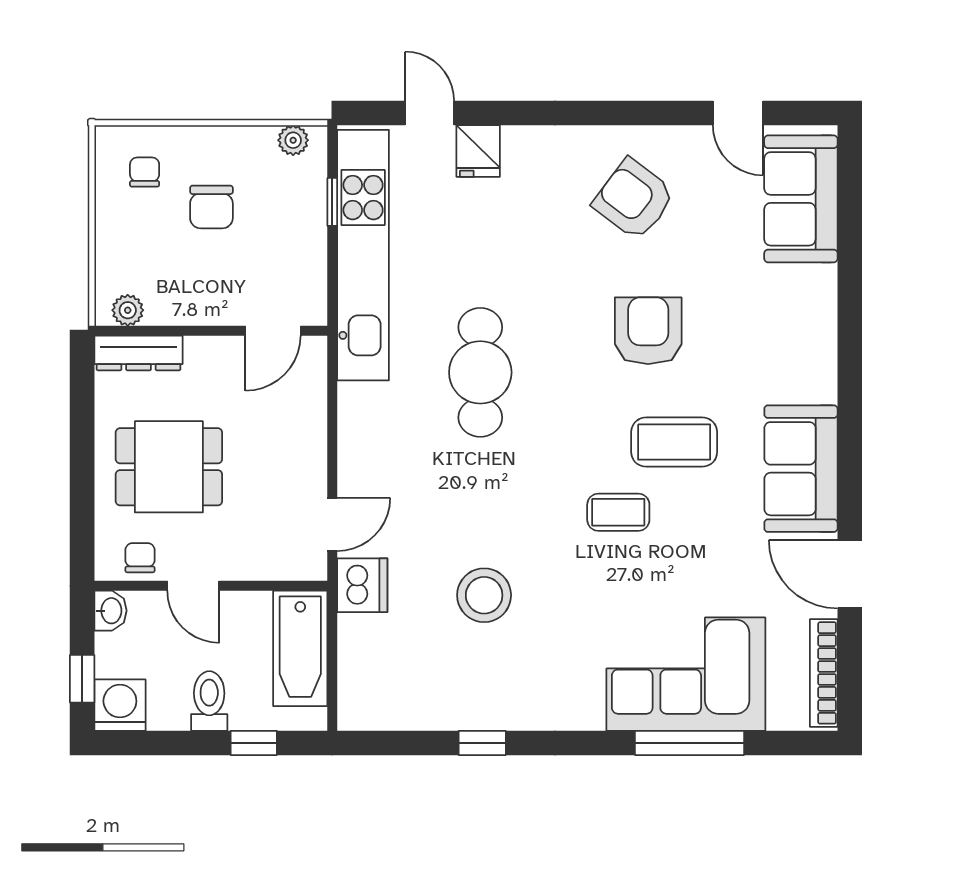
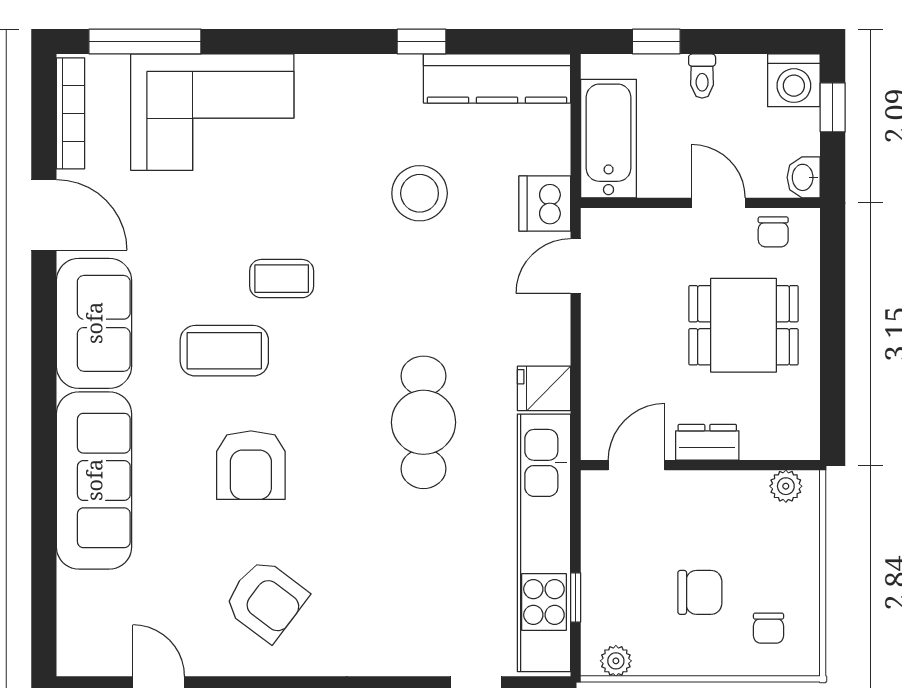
fridge: (478, 151) -> (544, 388), moved, turned -90
sofa: (801, 199) -> (94, 480), moved, width x1.36
chair: (211, 207) -> (700, 592), turned 90
dresser: (139, 353) -> (707, 442), moved, width x0.70
toilet: (209, 701) -> (702, 76), width x0.73, depth x0.72
kitchen counter: (409, 707) -> (497, 78), added
window: (689, 743) -> (145, 41), moved

